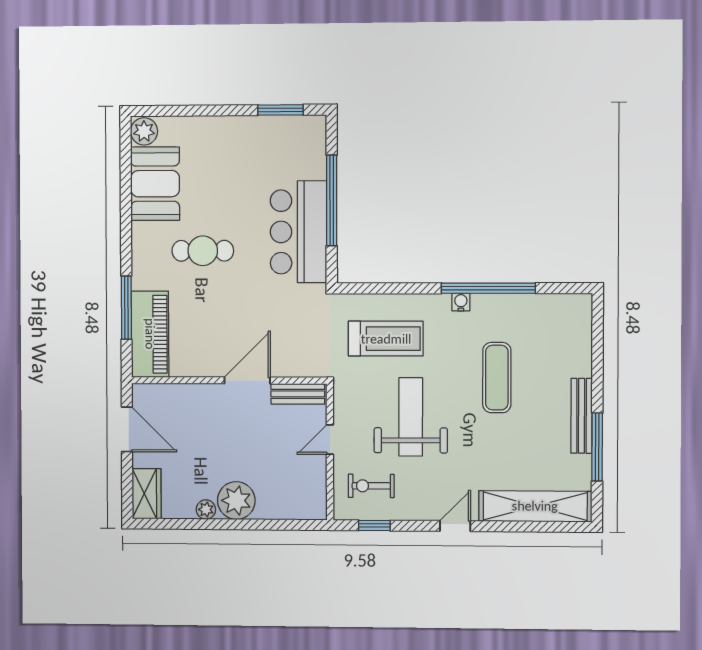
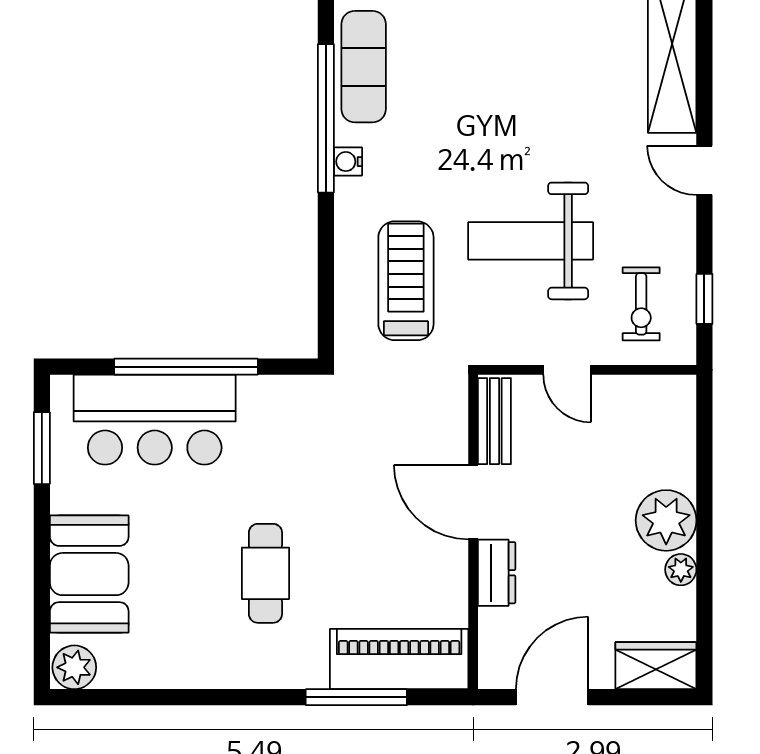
booth: (155, 184) -> (89, 574), moved, turned 90
bar counter: (298, 232) -> (155, 420), moved
exercise mat: (497, 378) -> (364, 67), moved, turned 90
dresser: (204, 395) -> (497, 573), added

